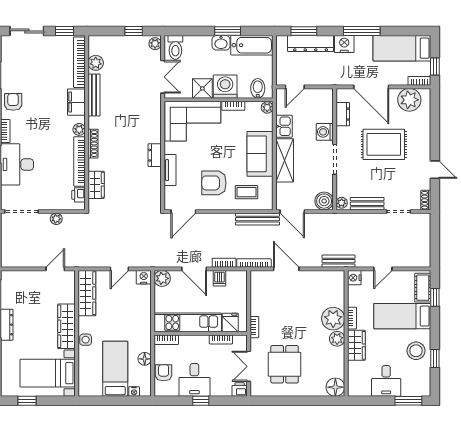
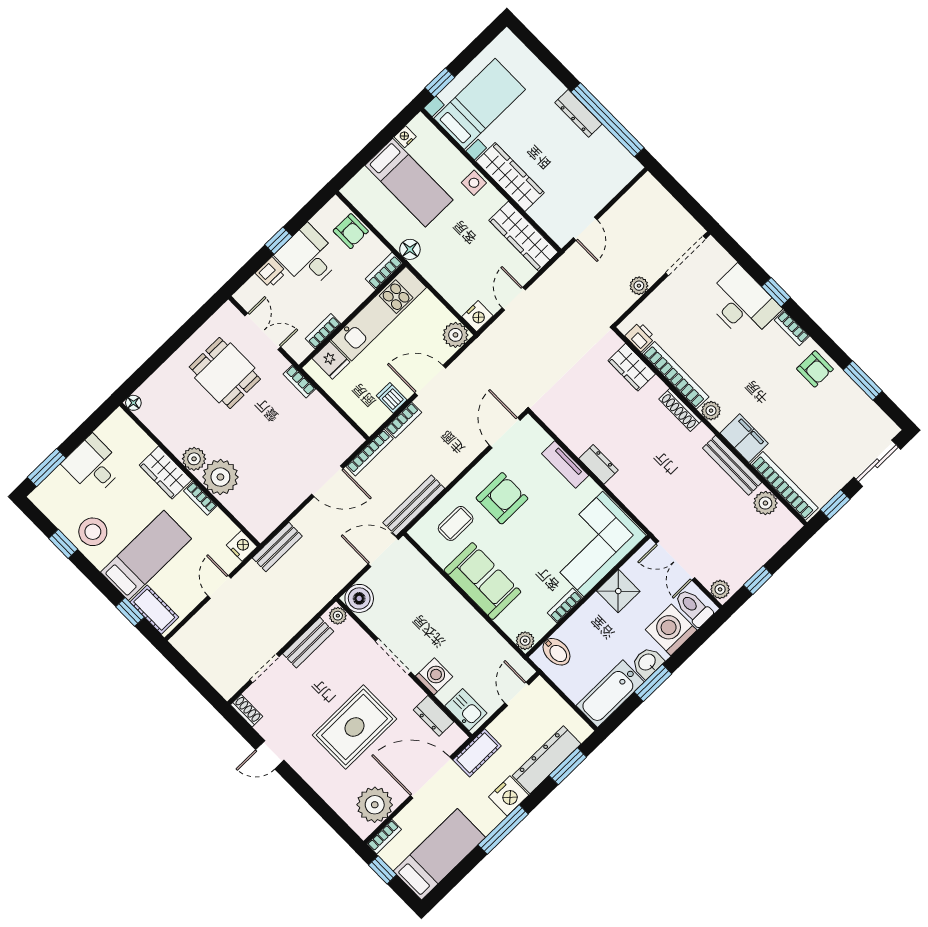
cot: (339, 78) -> (477, 753), added
washing machine: (225, 87) -> (671, 630), moved, turned 180
kitchen sink: (284, 126) -> (466, 710), moved, turned 180
shelving: (285, 160) -> (448, 601), removed
floor lamp: (145, 359) -> (410, 249), moved
floor lamp: (335, 387) -> (133, 403), width x0.53, depth x0.53
printer: (240, 390) -> (271, 272), moved
nightstand: (134, 392) -> (405, 137), moved
window: (27, 401) -> (440, 83), moved

